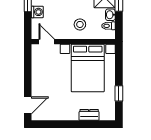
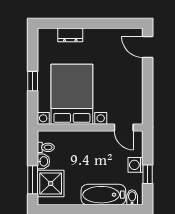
stool: (80, 24) -> (82, 149), removed
window: (119, 93) -> (33, 81), moved
door: (28, 105) -> (148, 47), hinge flipped

